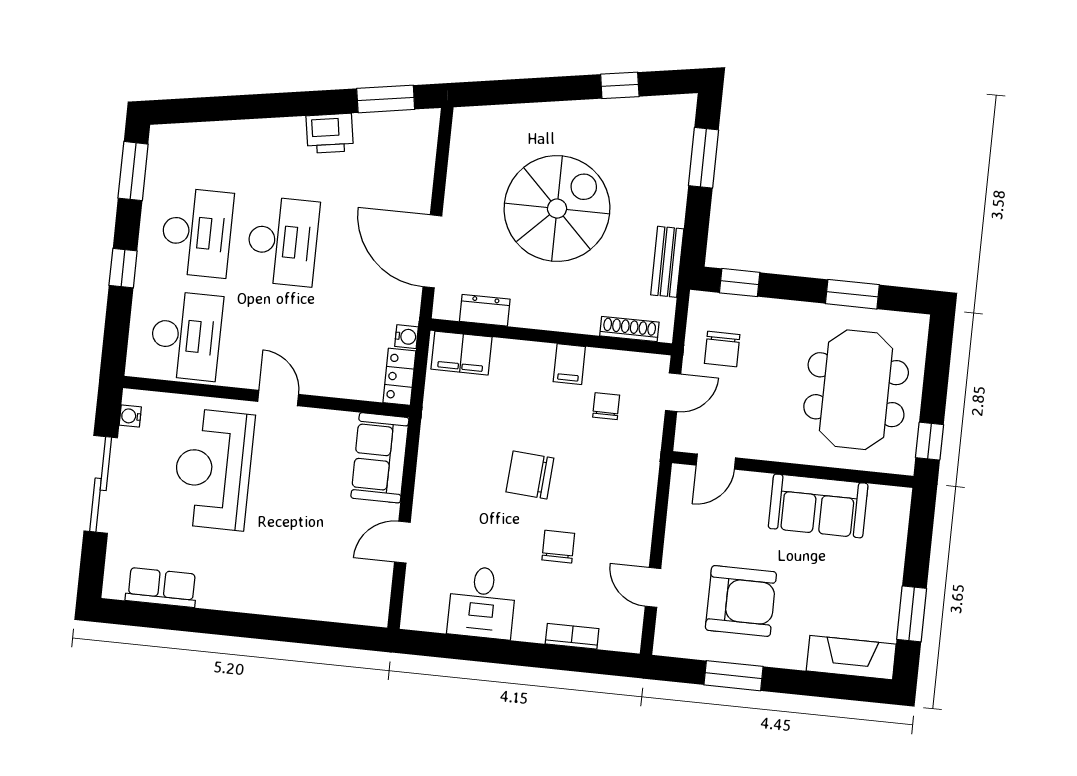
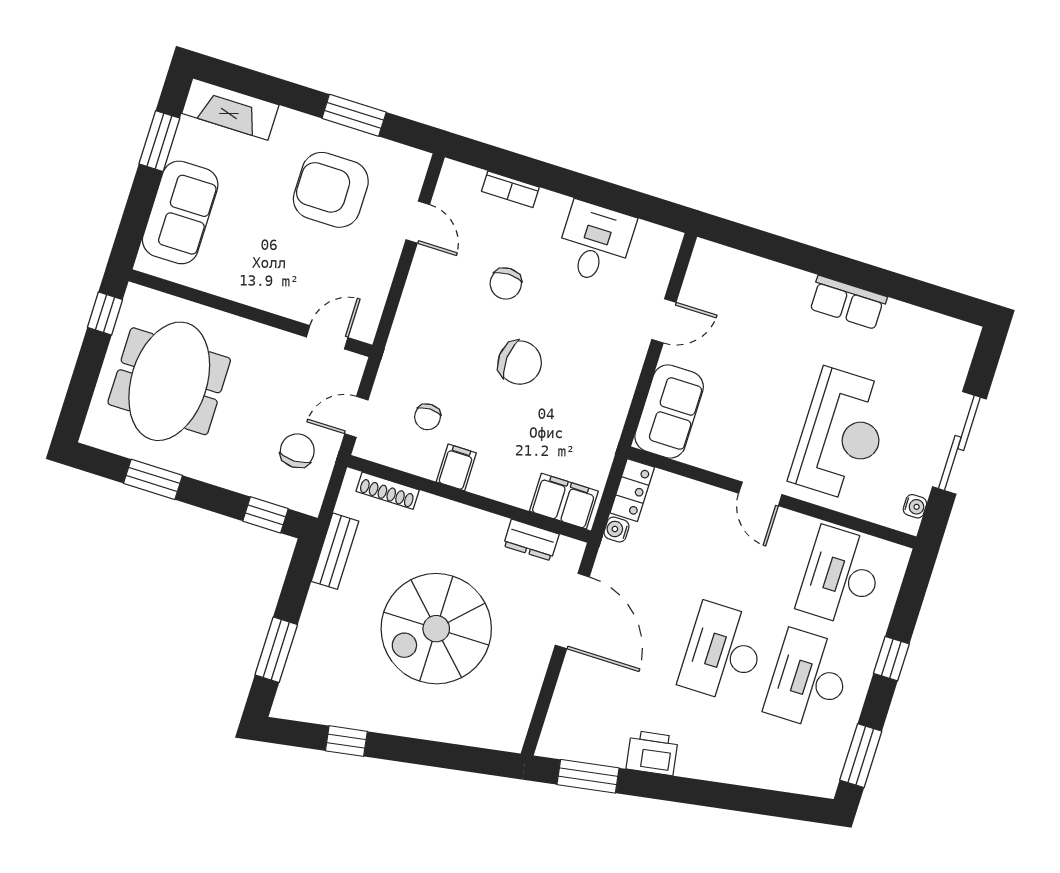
sofa: (818, 506) -> (180, 212), moved, turned 90
row of seats: (161, 587) -> (848, 303), moved

